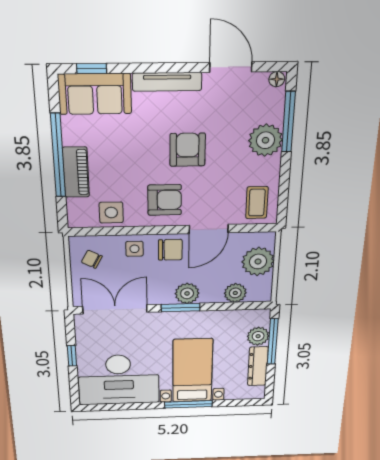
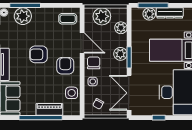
plant: (266, 140) -> (23, 16), moved

